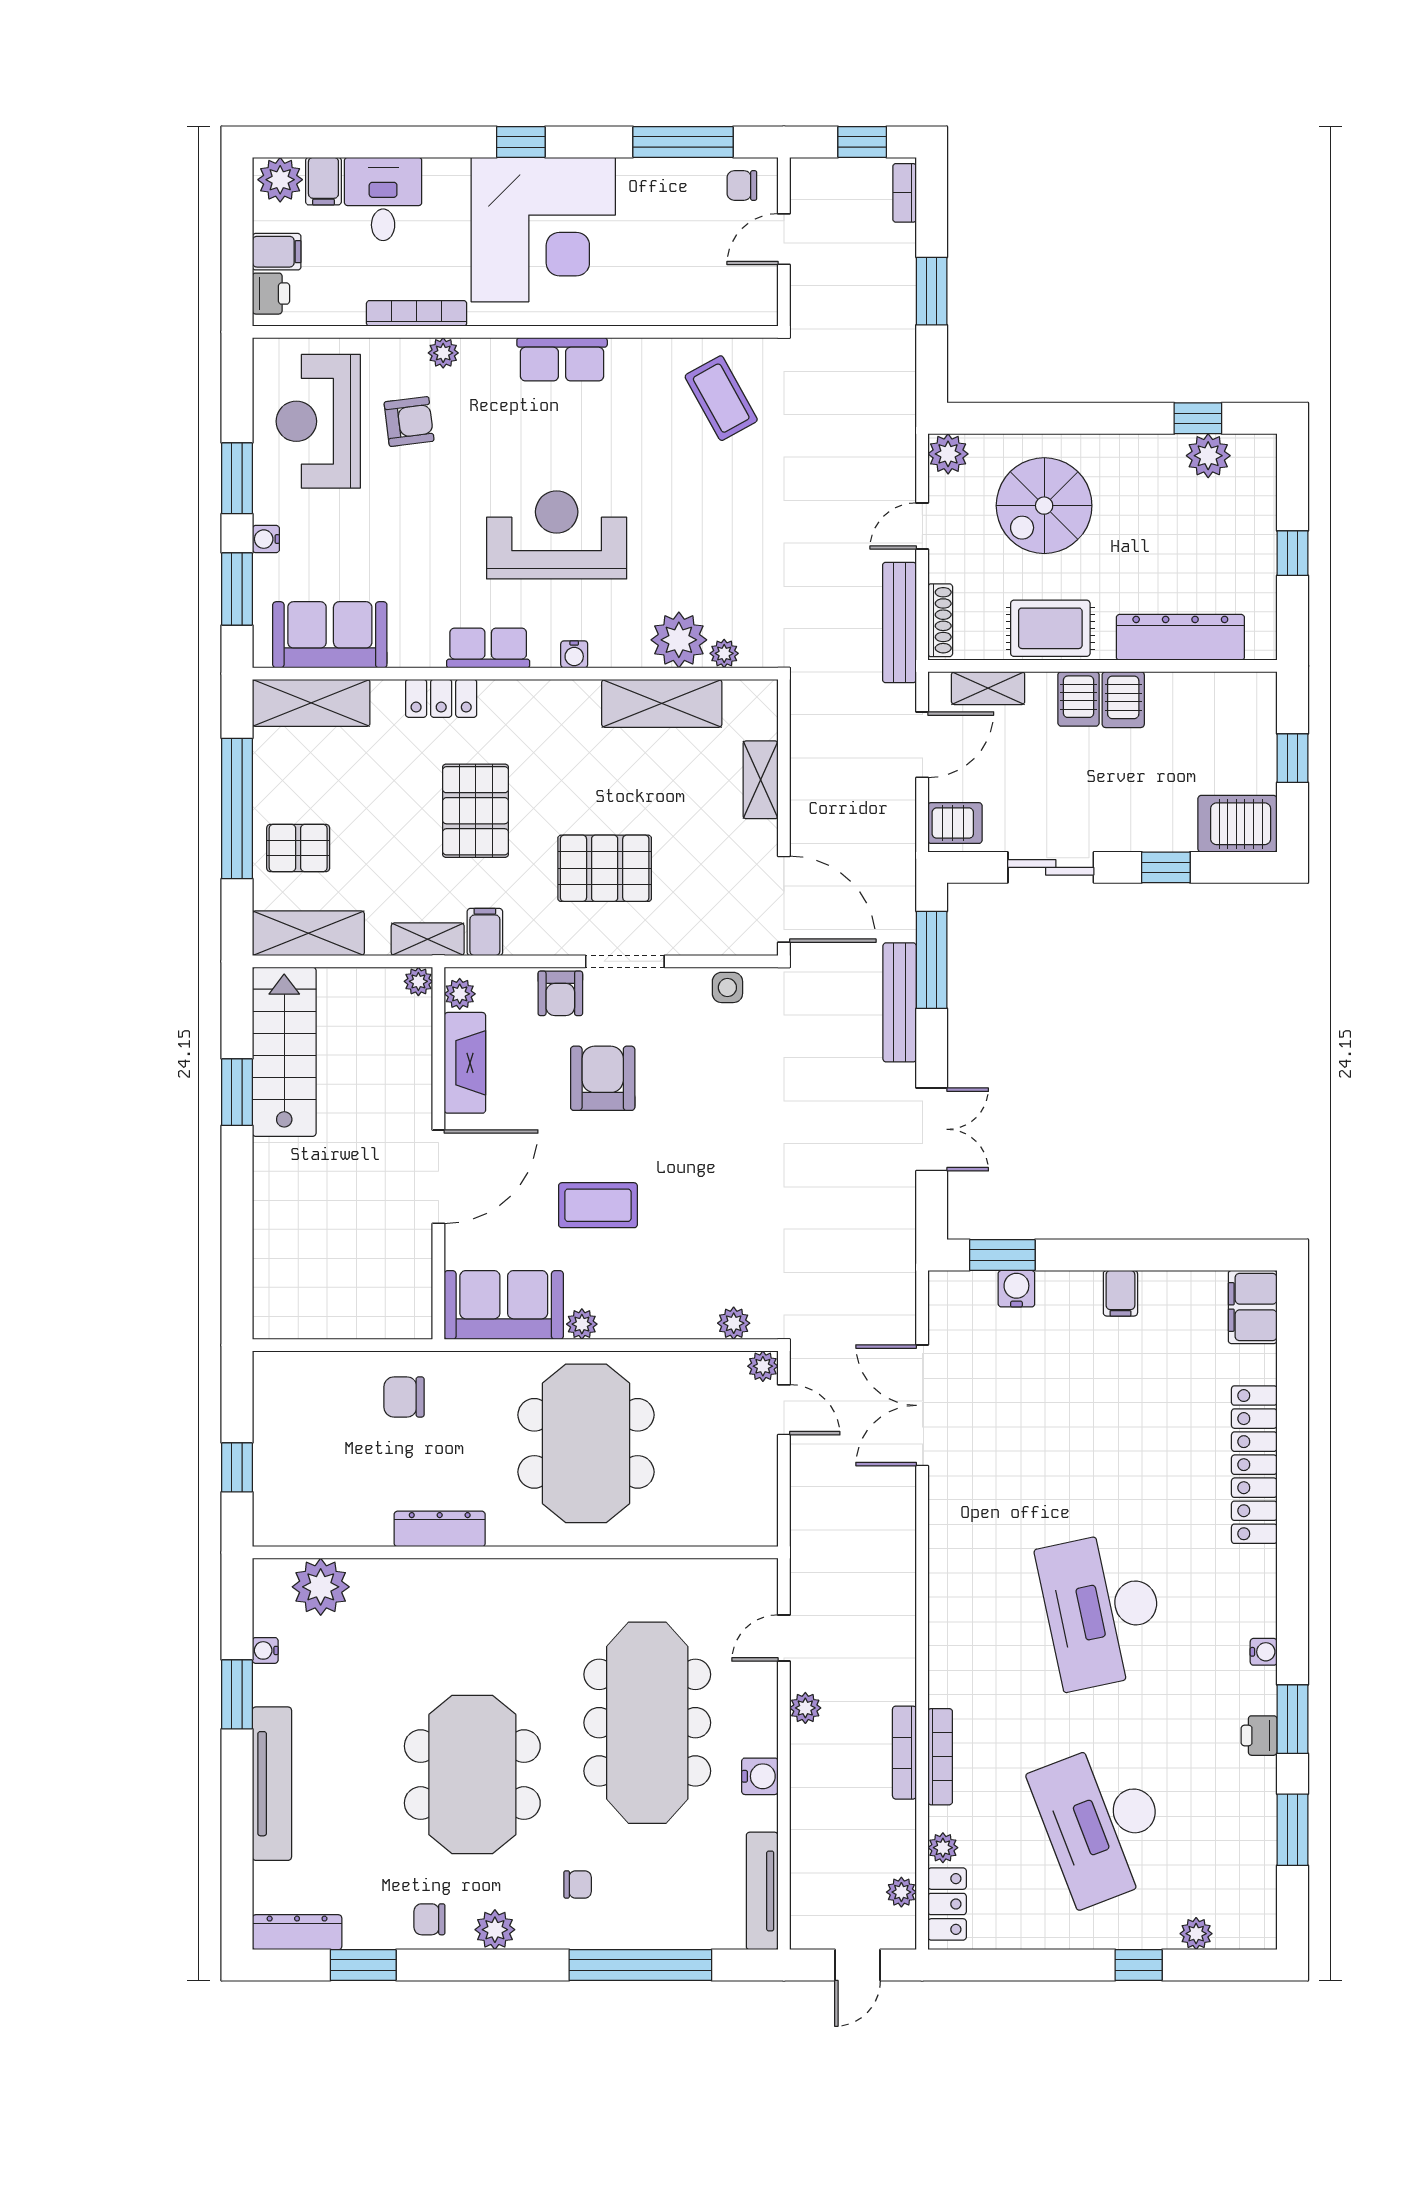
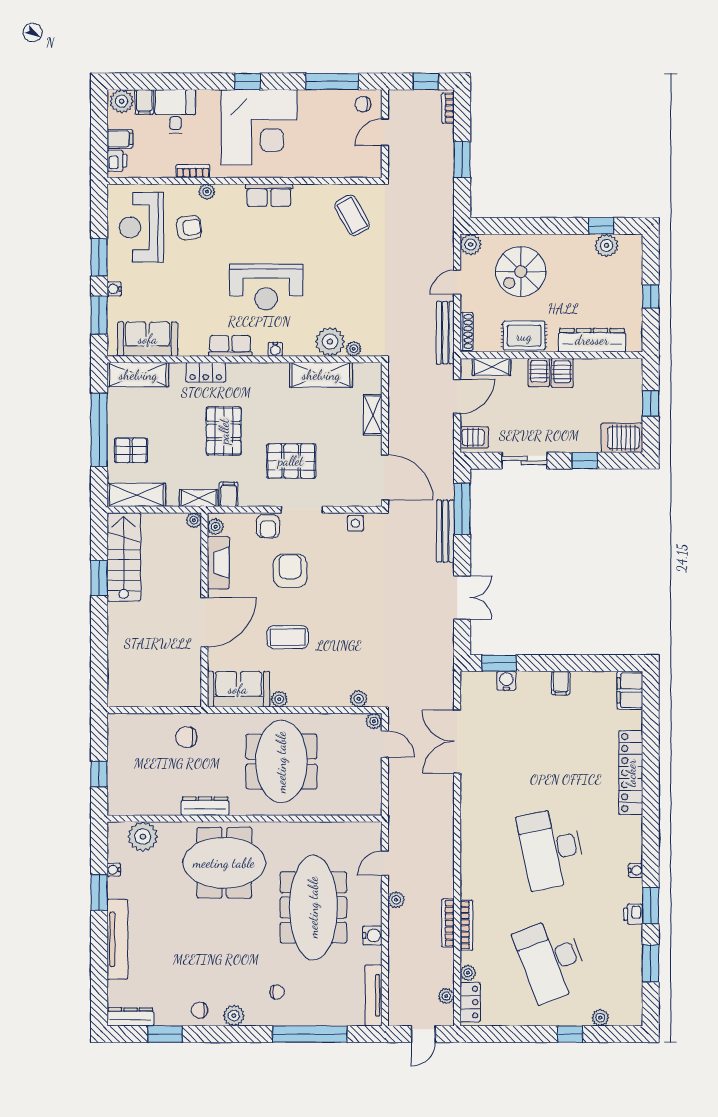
bookcase: (417, 313) -> (193, 171), width x0.64
reception desk: (557, 535) -> (266, 287), turned 180
meeting table: (472, 1775) -> (224, 863), moved, turned 90

